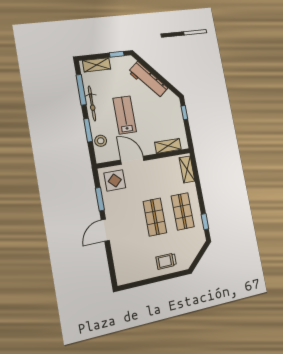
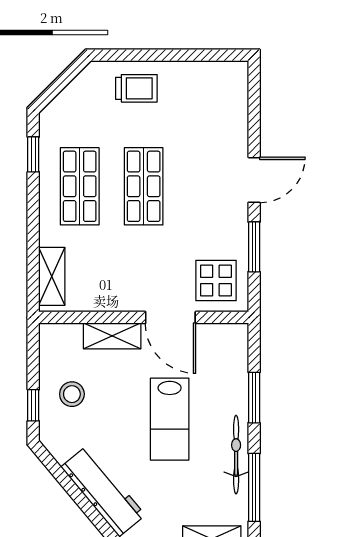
stool: (101, 141) -> (72, 394), moved
shelving: (168, 146) -> (112, 336), moved

